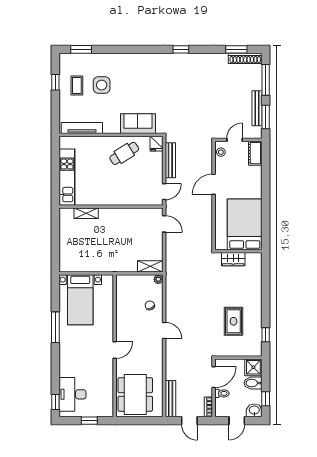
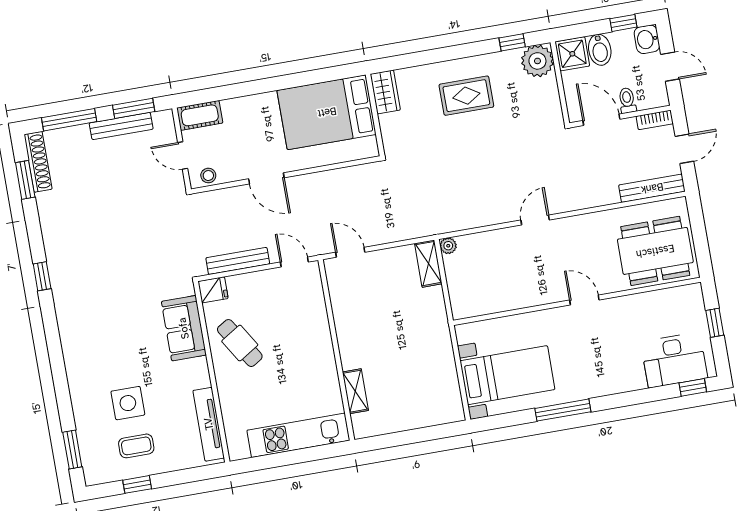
door: (164, 224) -> (350, 252), hinge flipped
wardrobe: (233, 259) -> (385, 92), moved
chair: (150, 305) -> (496, 253), removed
rug: (234, 321) -> (466, 96), moved
plant: (253, 347) -> (537, 61), added

